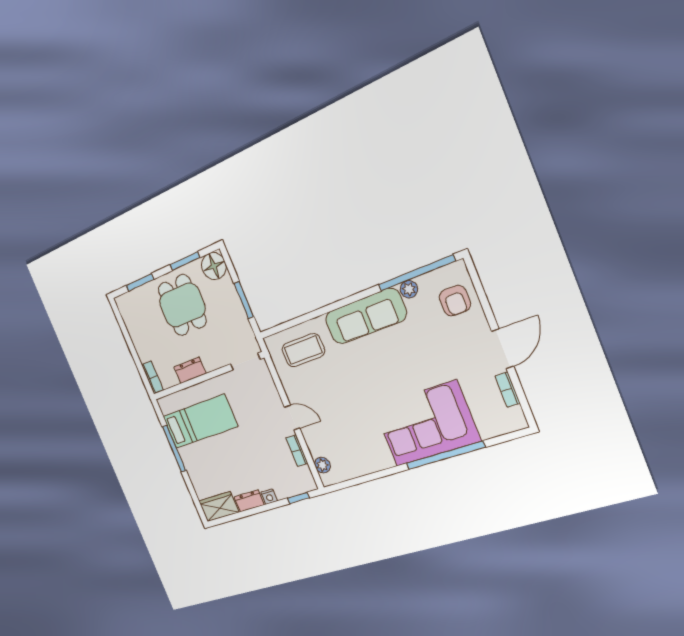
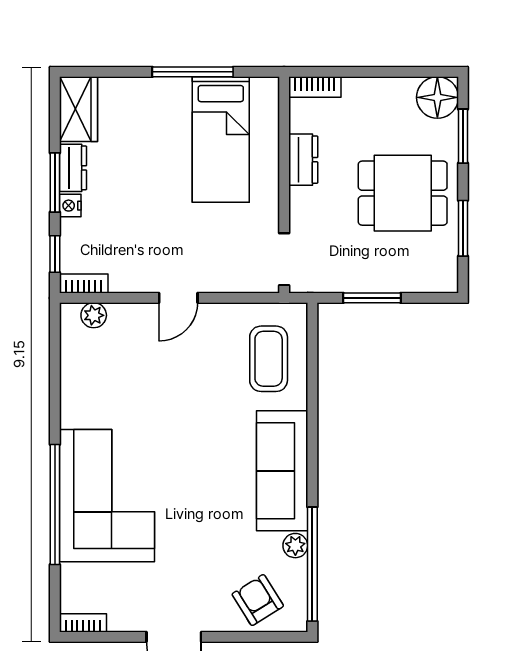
floor lamp: (214, 266) -> (437, 97), moved
armchair: (455, 301) -> (258, 600), turned 58
bookcase: (508, 390) -> (83, 623), moved
bookcase: (297, 451) -> (84, 284), moved
window: (261, 509) -> (55, 182), added

